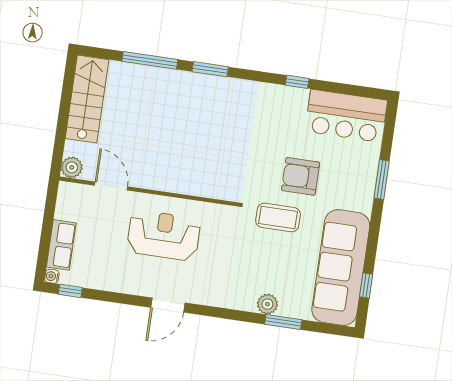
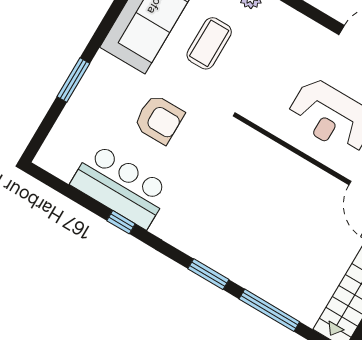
bar counter: (346, 116) -> (121, 186), moved
coffee table: (278, 218) -> (209, 43), moved, turned 90

